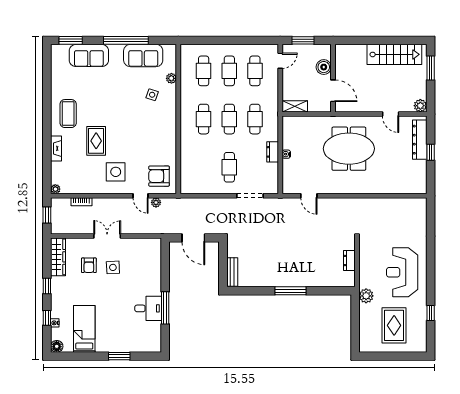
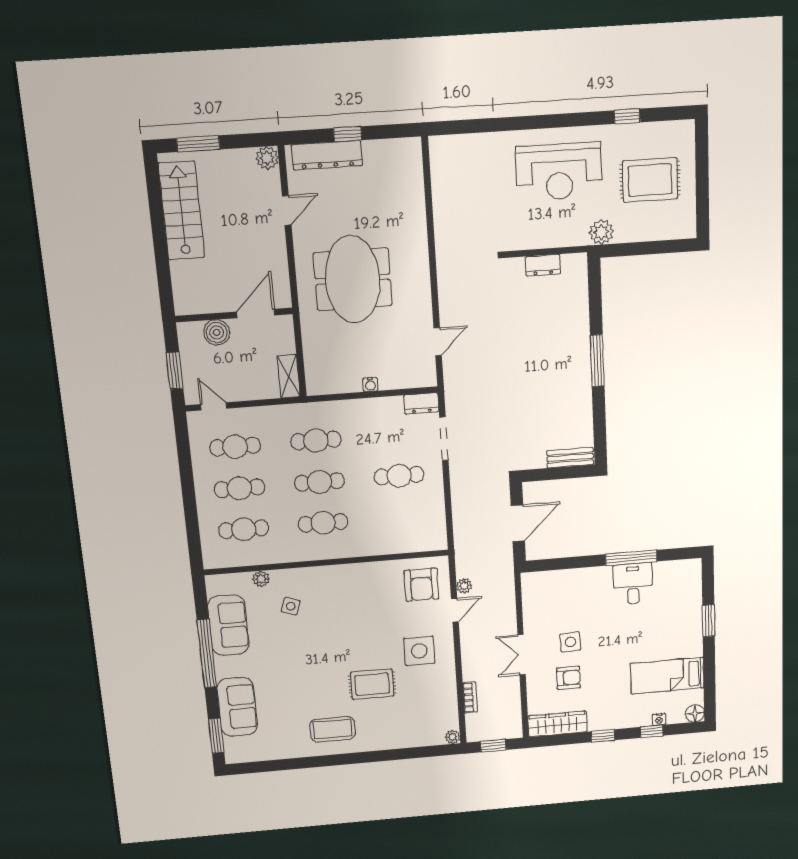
fireplace: (56, 148) -> (389, 742), removed
dresser: (273, 152) -> (421, 403), moved

